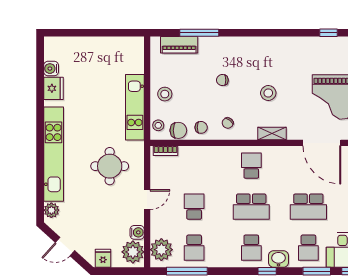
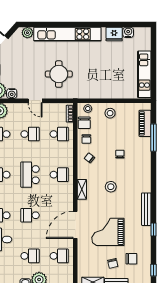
bench: (300, 43) -> (146, 209), added
kitchen unit: (135, 107) -> (144, 74), moved, turned -90
school desk: (194, 166) -> (59, 134), added
school desk: (308, 207) -> (30, 215), width x0.54

